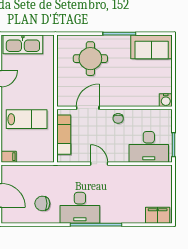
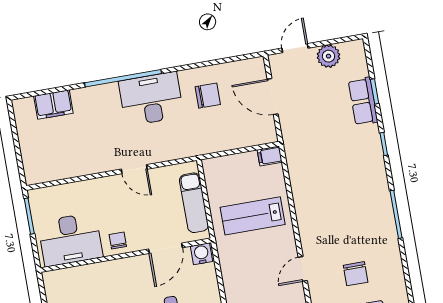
water cooler: (166, 100) -> (201, 254), moved
desk: (149, 147) -> (70, 239), moved, turned 180
filing cabinet: (158, 215) -> (53, 105), moved

